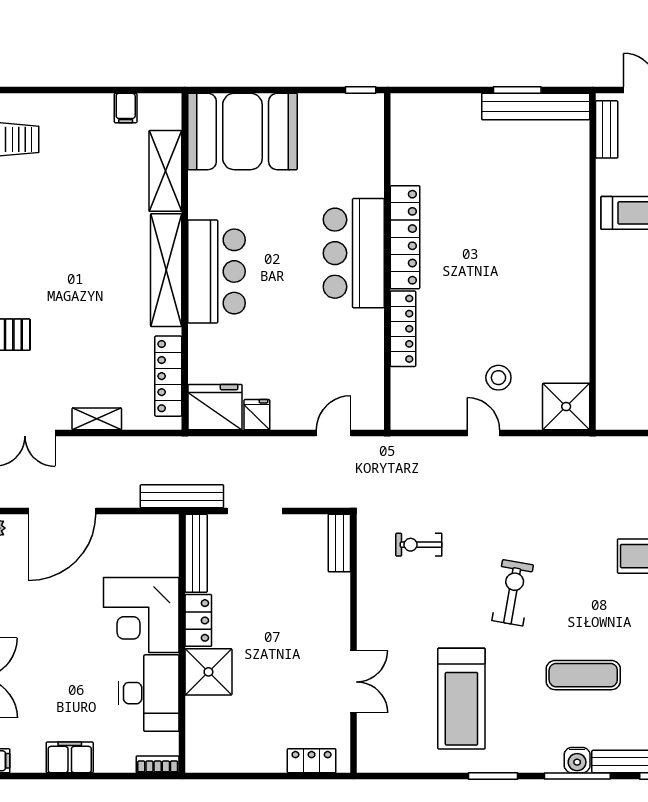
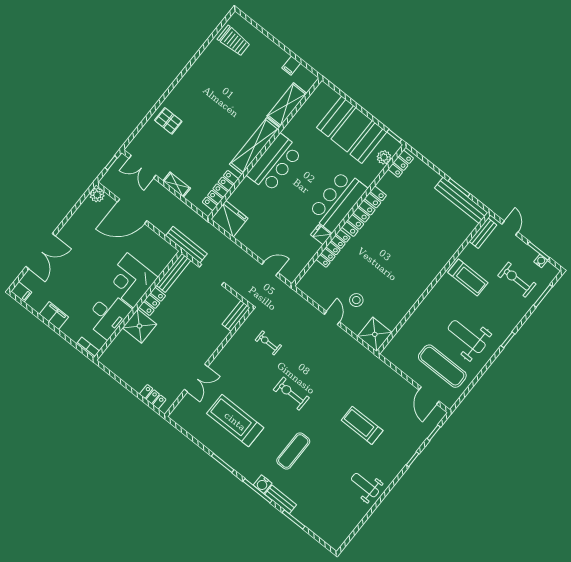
locker: (403, 124) -> (401, 164), added
booth: (242, 131) -> (352, 130), moved
plant: (371, 134) -> (384, 157), added
fridge: (257, 415) -> (321, 235), moved, turned -90
exercise bike: (513, 593) -> (291, 394), turned -100
exercise mat: (583, 675) -> (293, 451), turned 90
treadmill: (461, 699) -> (235, 421), turned 90

